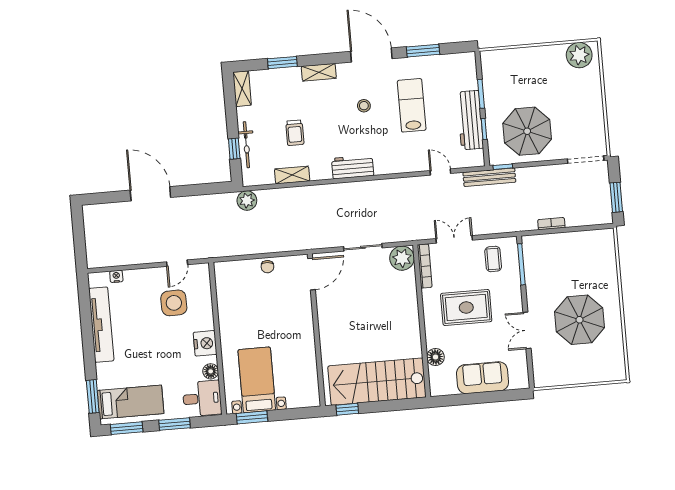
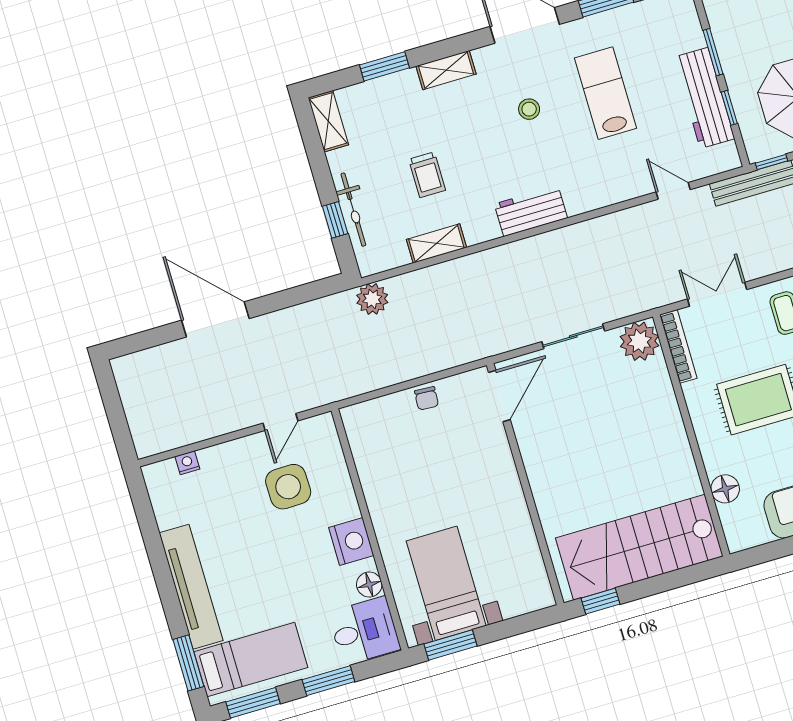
tv unit: (101, 325) -> (191, 587), moved

